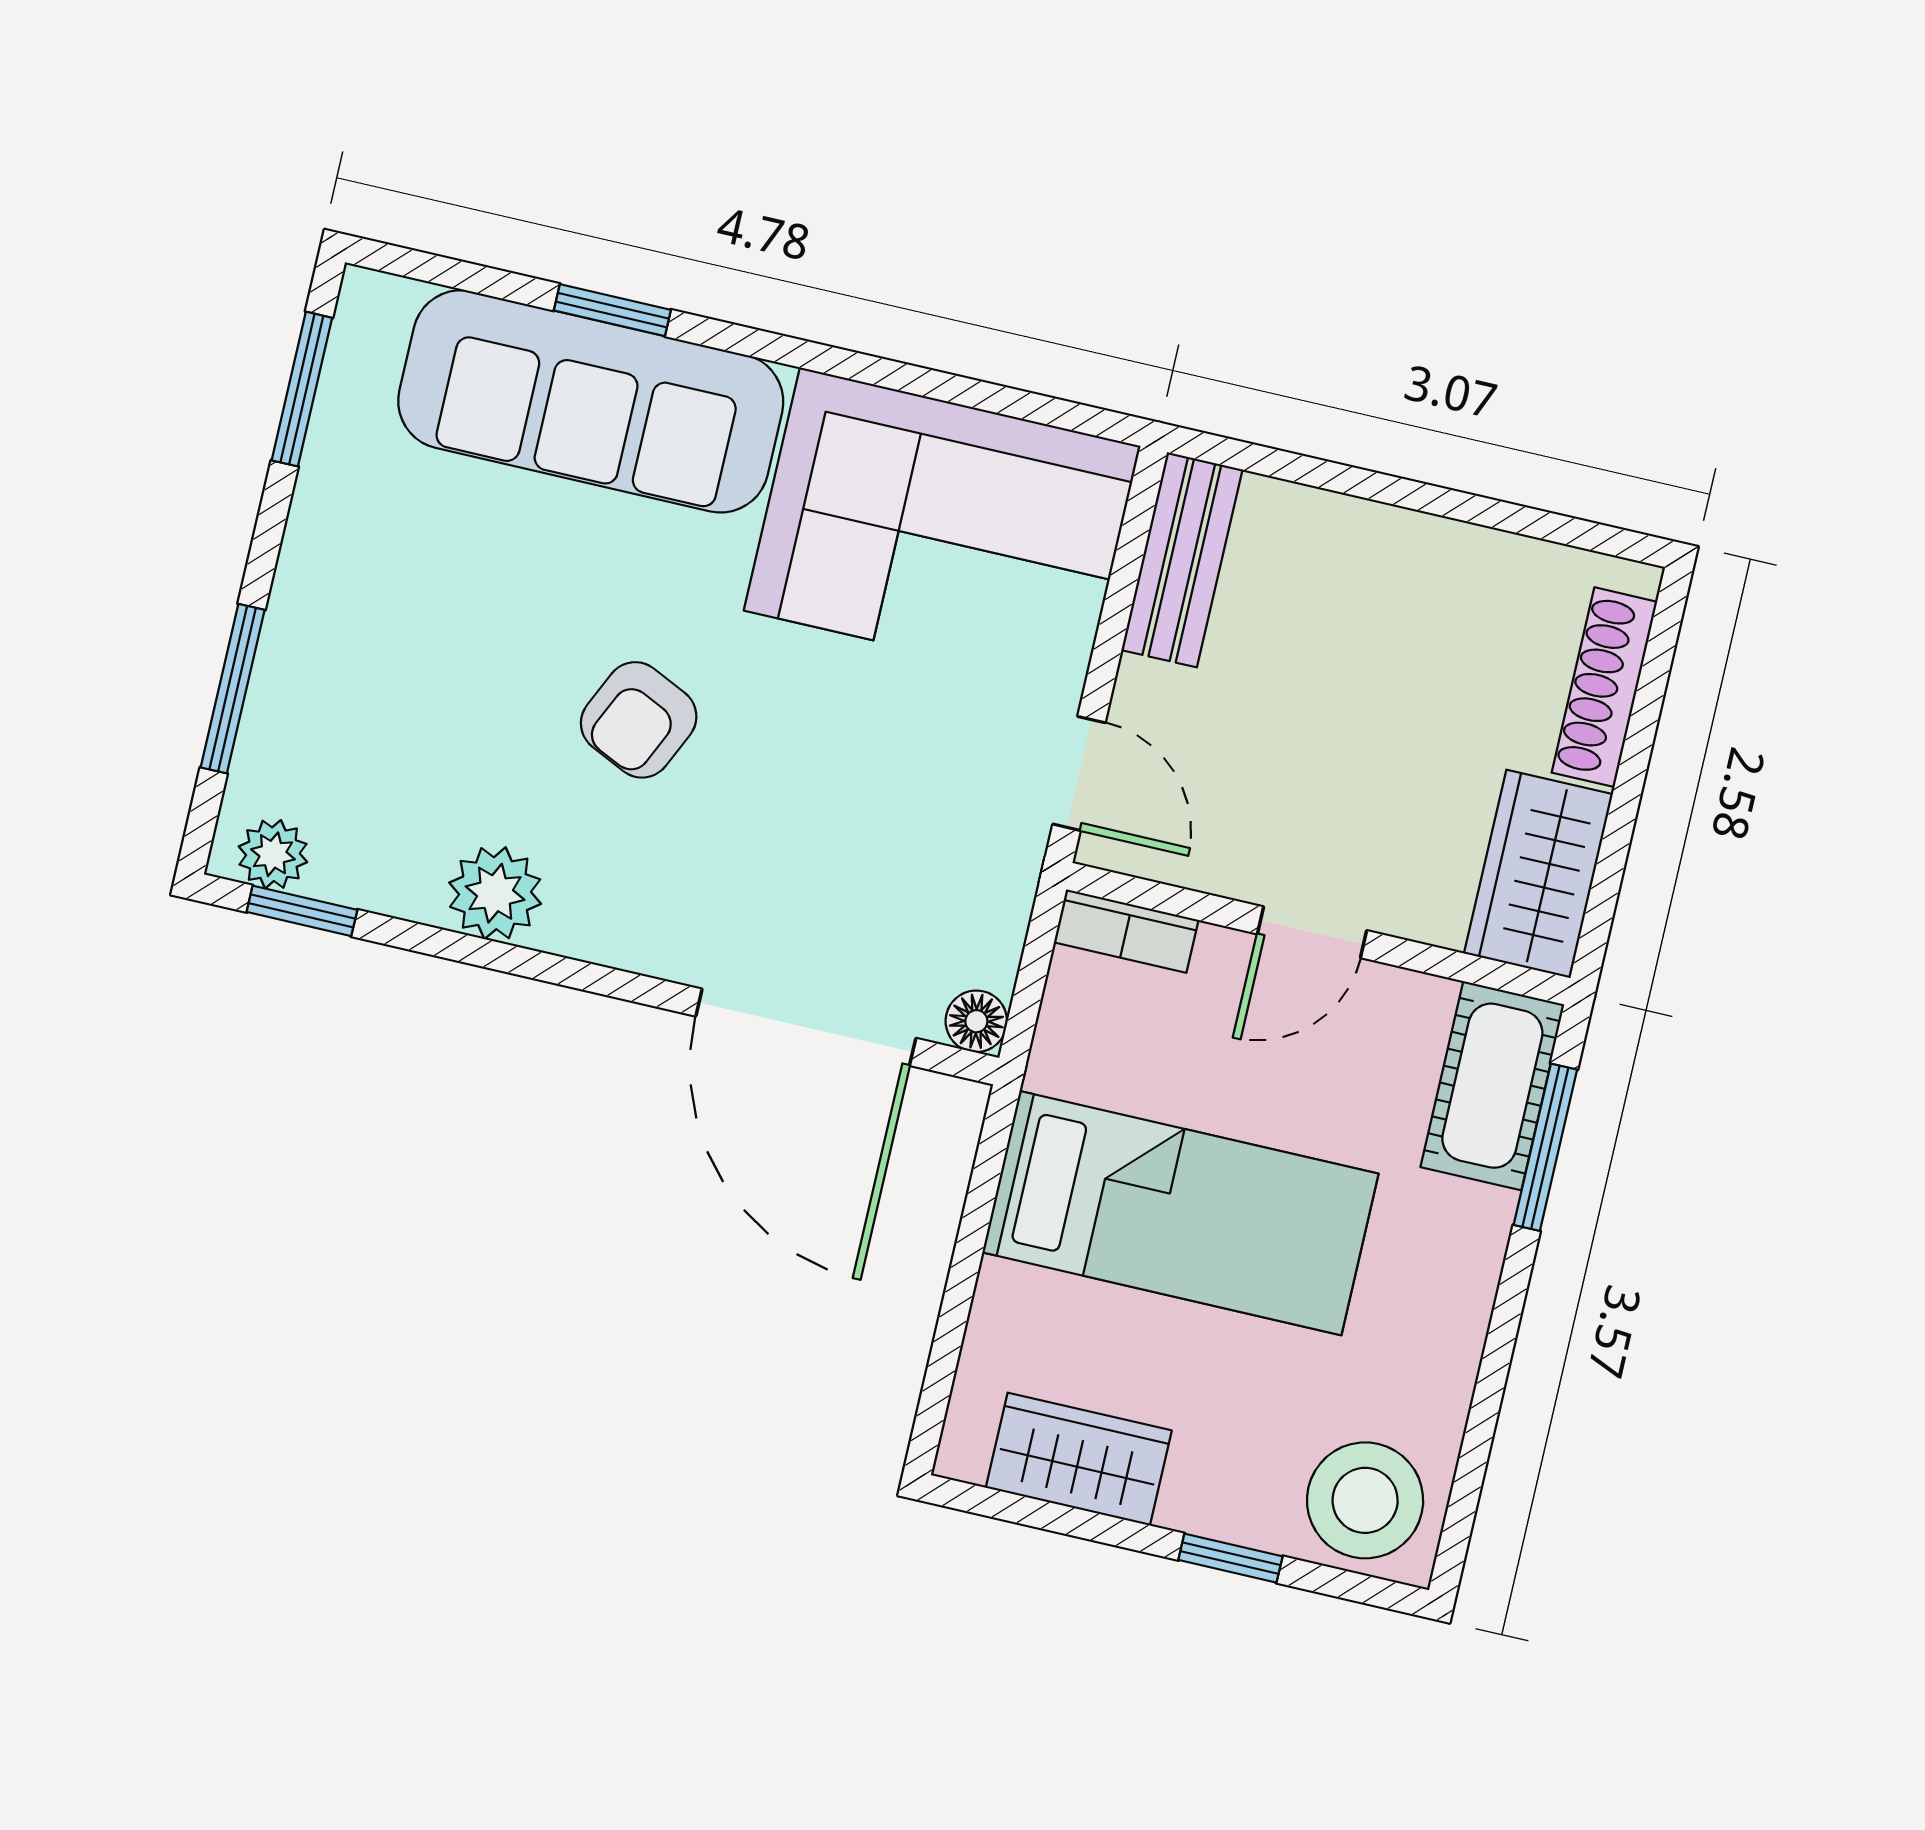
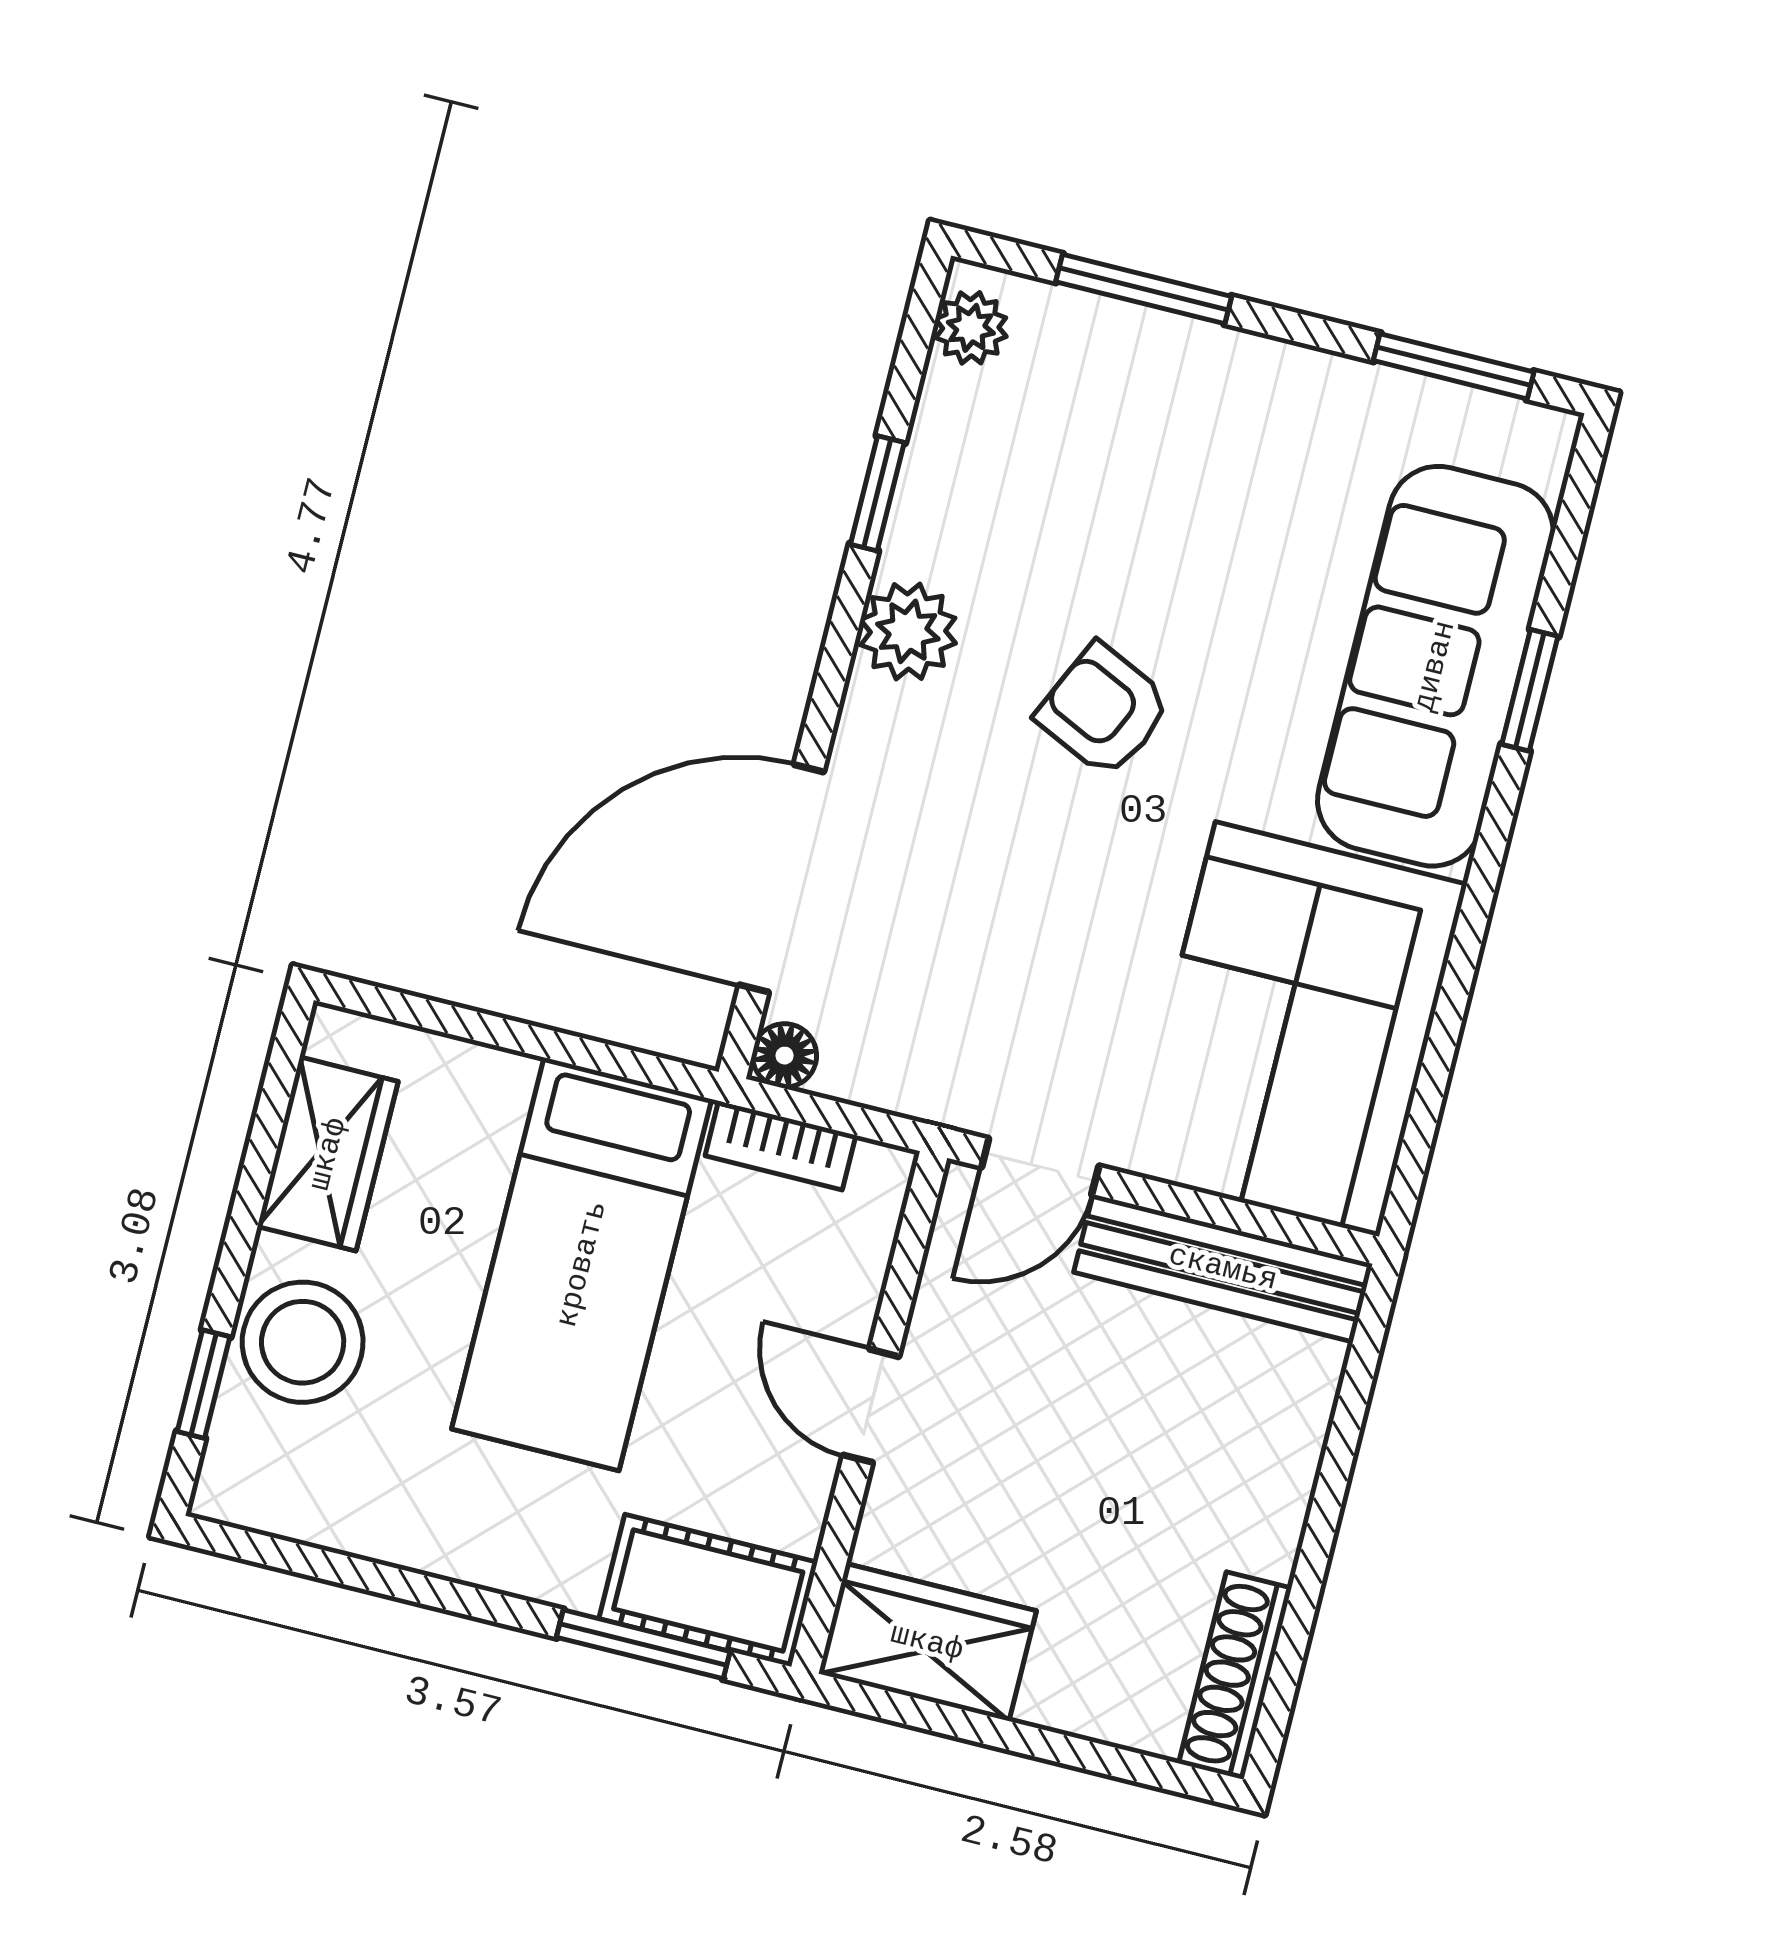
bench: (1182, 560) -> (1223, 1268), width x1.36
shoe rack: (1604, 687) -> (1235, 1676), moved, turned -90
plant: (495, 893) -> (908, 631), moved
window: (302, 911) -> (877, 493), moved
bookcase: (1126, 931) -> (780, 1145), moved, turned -90
stool: (1365, 1500) -> (303, 1342), moved
window: (1230, 1558) -> (204, 1384), moved

